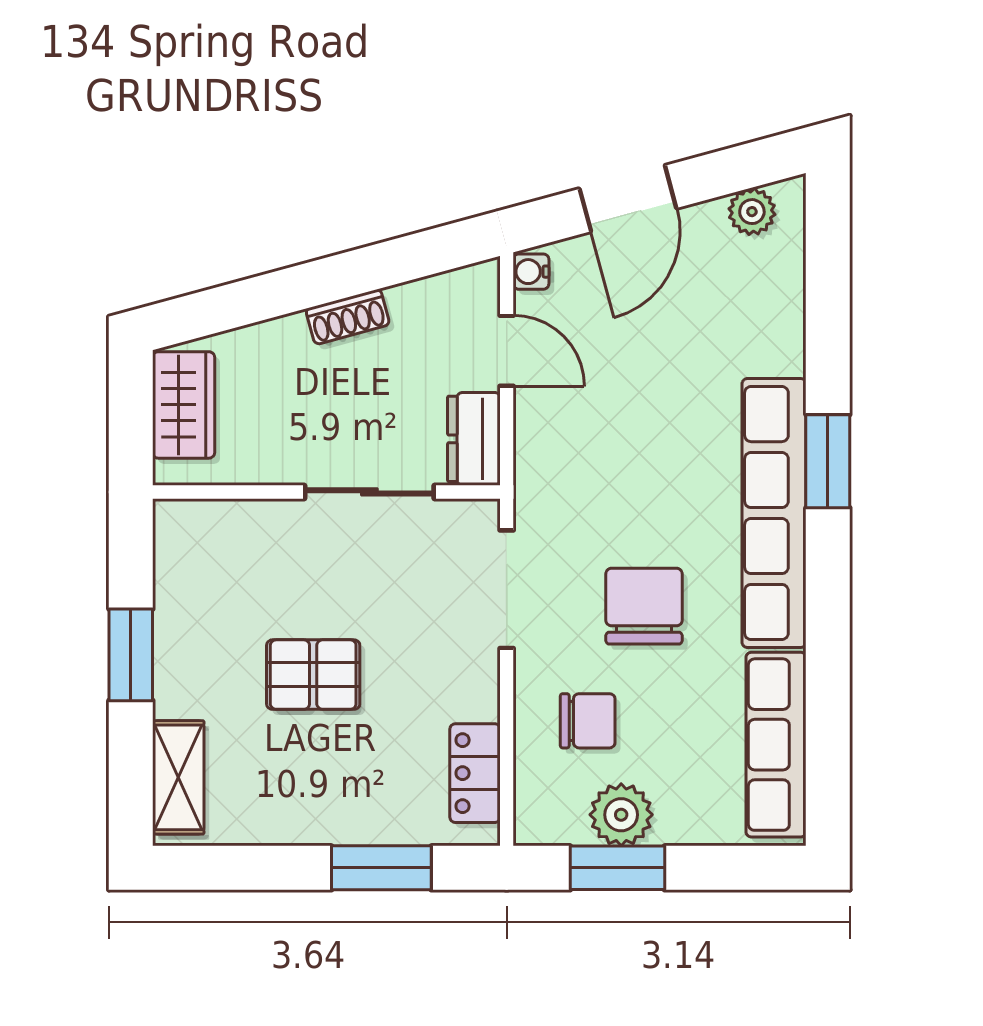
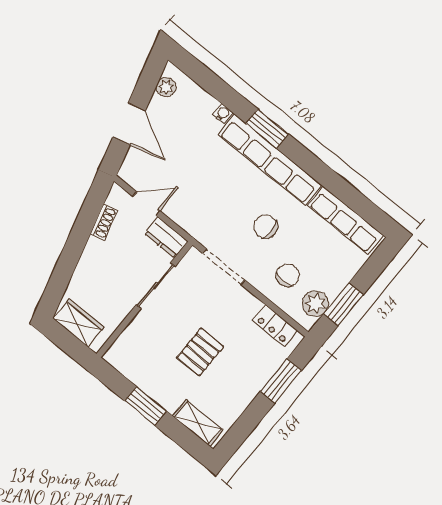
water cooler: (531, 272) -> (223, 114), moved, turned 180
shoe rack: (348, 317) -> (104, 222), moved
chair: (644, 606) -> (266, 227), width x0.73, depth x0.73
plant: (621, 815) -> (315, 304), moved

